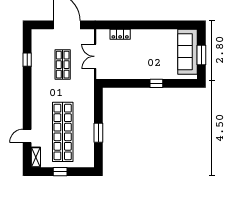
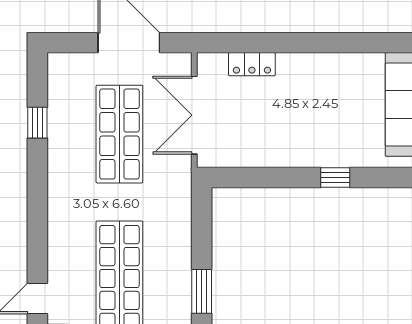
double door: (95, 56) -> (194, 115), width x1.37
shop shelf: (63, 65) -> (119, 134), width x1.43, depth x1.36

